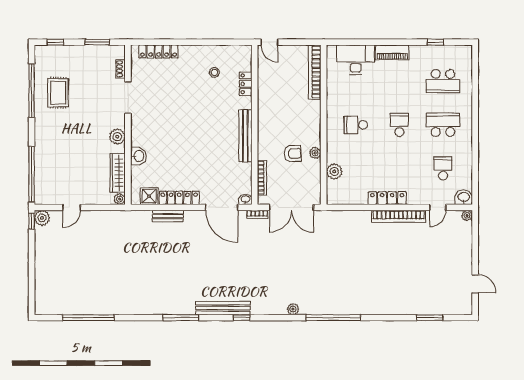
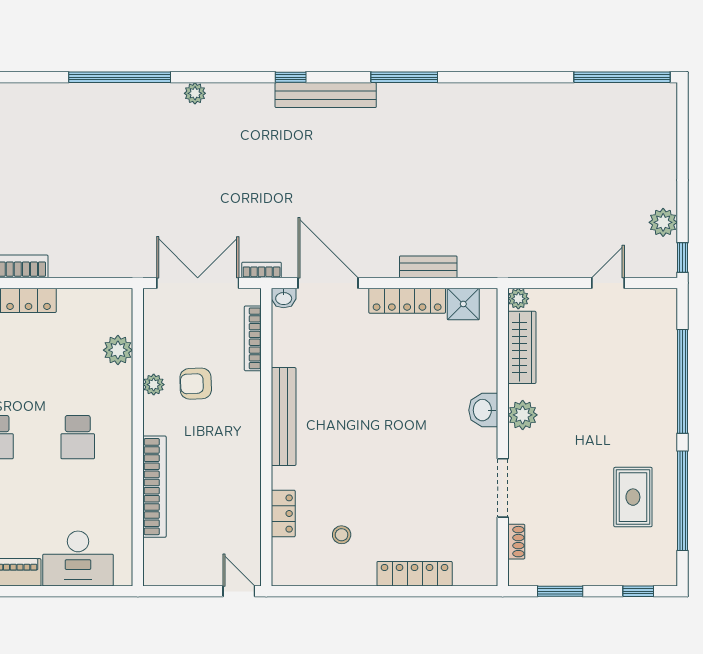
locker: (159, 52) -> (415, 574), moved
bookcase: (315, 72) -> (154, 487), moved
school desk: (356, 125) -> (78, 437), turned 90
washbasin: (138, 156) -> (483, 410), moved
window: (32, 174) -> (683, 381), moved
plant: (42, 218) -> (663, 222), moved
window: (88, 318) -> (622, 77), moved

